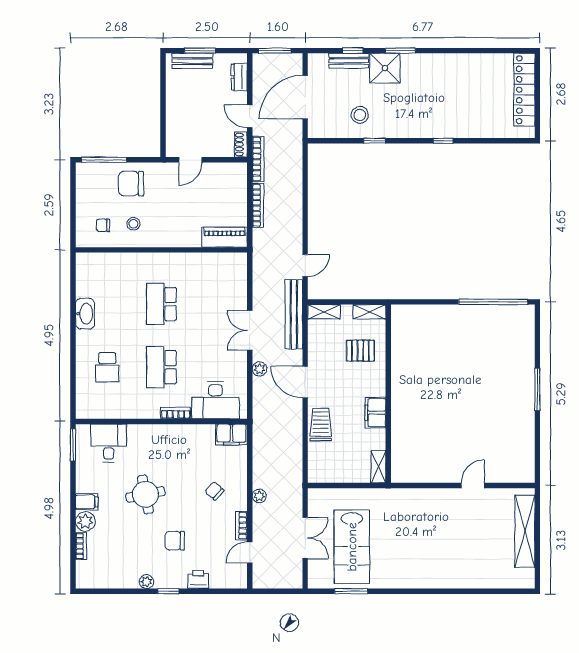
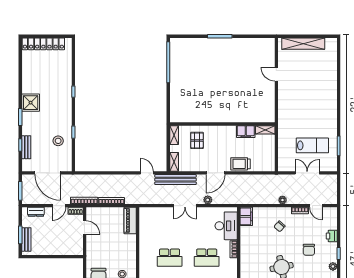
shower: (385, 68) -> (31, 103), moved
door: (190, 160) -> (85, 228), moved
filing cabinet: (375, 413) -> (246, 132), moved
lab bench: (352, 547) -> (312, 145), width x0.73, depth x0.72

